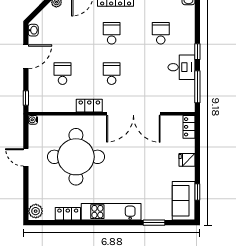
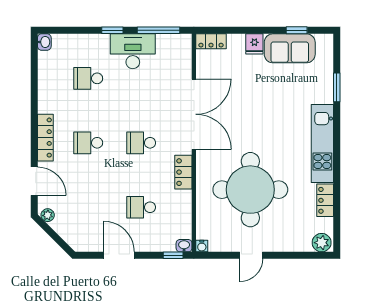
washbasin: (33, 30) -> (184, 246), moved
desk: (181, 67) -> (133, 51), width x1.37
sofa: (184, 201) -> (290, 48), moved

